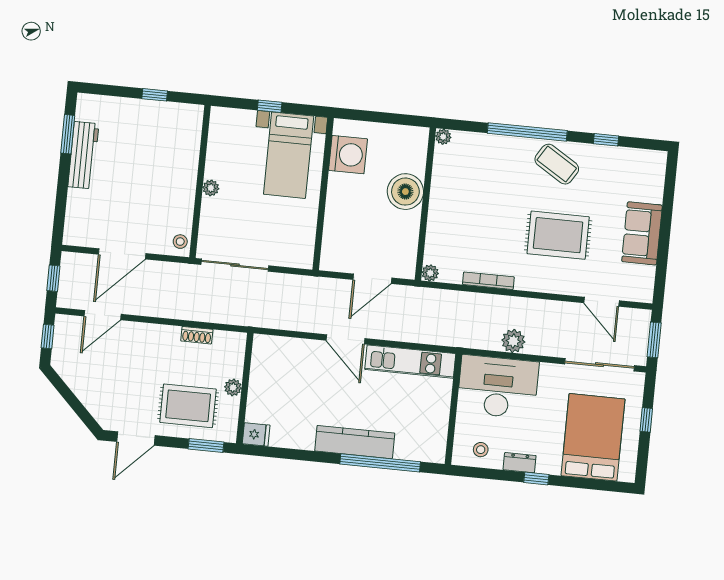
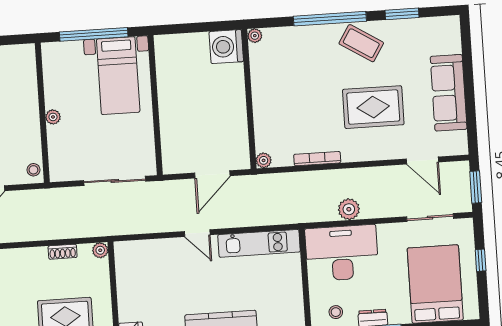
window: (270, 106) -> (94, 34), width x3.17
window: (606, 140) -> (402, 14), width x1.50
washing machine: (348, 155) -> (226, 47), moved, turned 180
boiler: (405, 192) -> (229, 91), removed
sofa: (642, 233) -> (449, 93), width x1.36
sliding door: (235, 265) -> (115, 181), moved
door: (345, 339) -> (197, 233), width x0.73
sliding door: (599, 365) -> (430, 218), width x0.73
plant: (233, 387) -> (100, 250), moved

